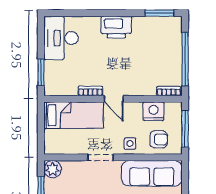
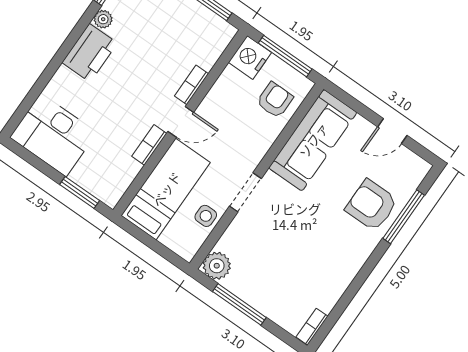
plant: (138, 22) -> (103, 19), added
bookcase: (169, 91) -> (191, 85), moved
nightstand: (154, 111) -> (250, 57), moved
side table: (130, 144) -> (206, 216), moved

